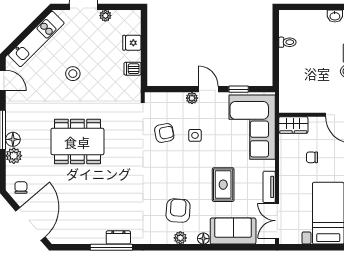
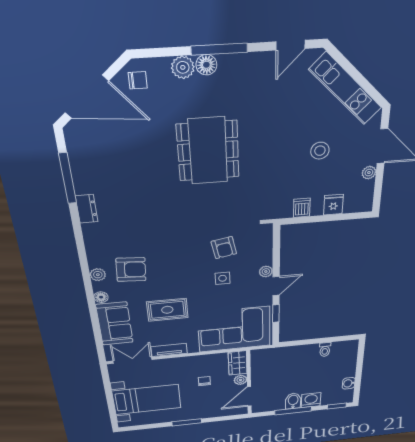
stool: (73, 74) -> (320, 151), moved
plant: (315, 123) -> (240, 380), added
window: (111, 247) -> (68, 178), moved

